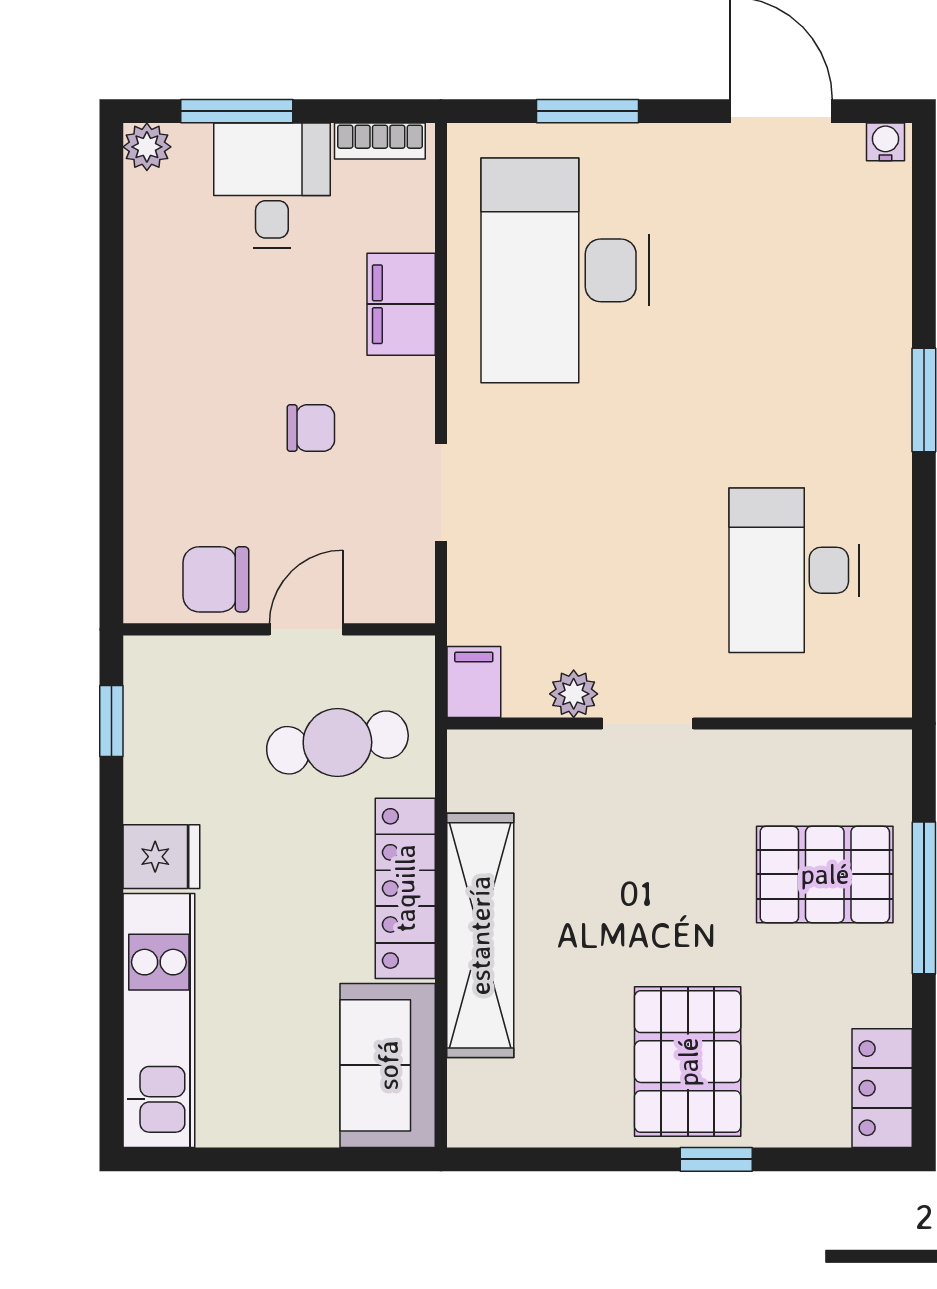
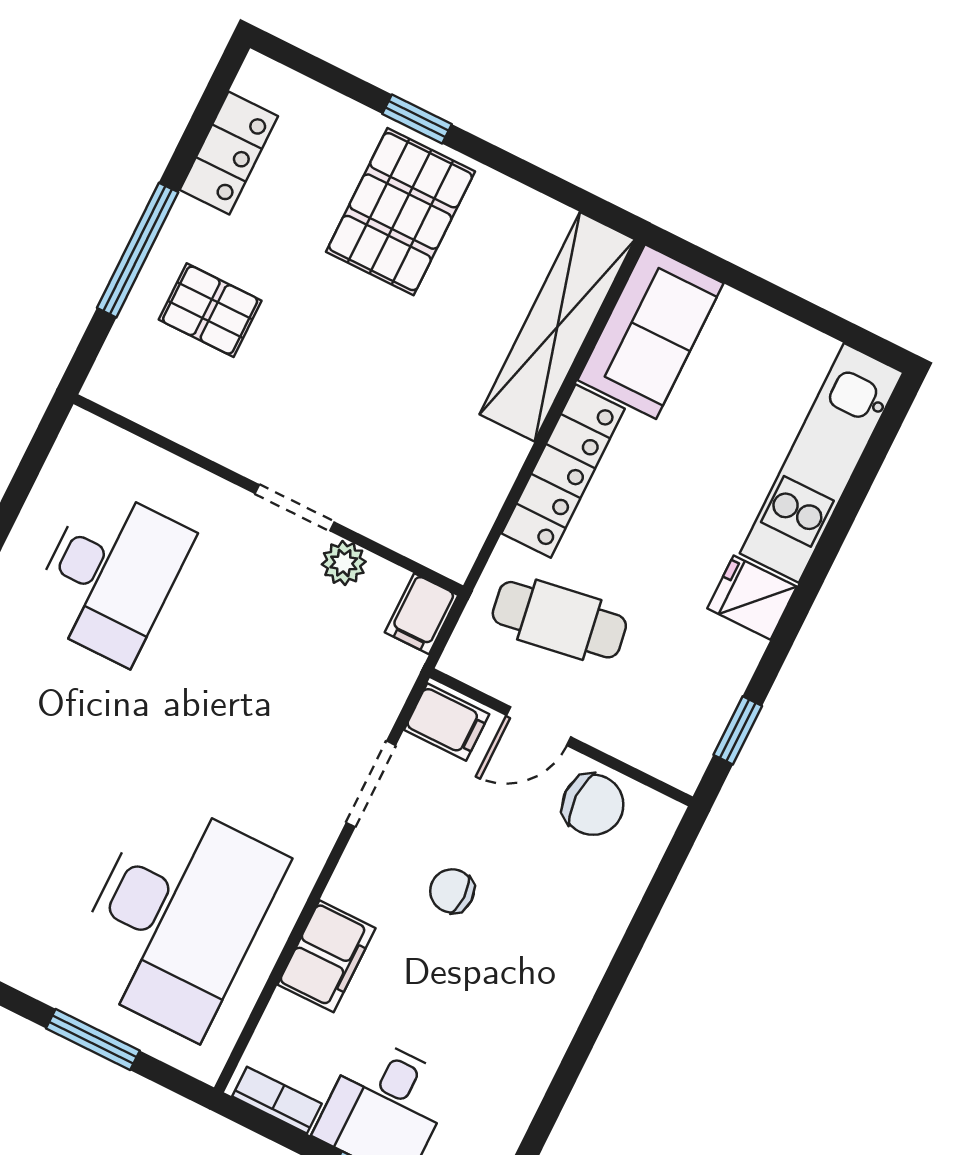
filing cabinet: (397, 589) -> (447, 722), added
pallet: (825, 874) -> (210, 310), width x0.67, depth x0.71
shelving: (480, 935) -> (557, 327), moved
locker: (882, 1088) -> (229, 153), moved

